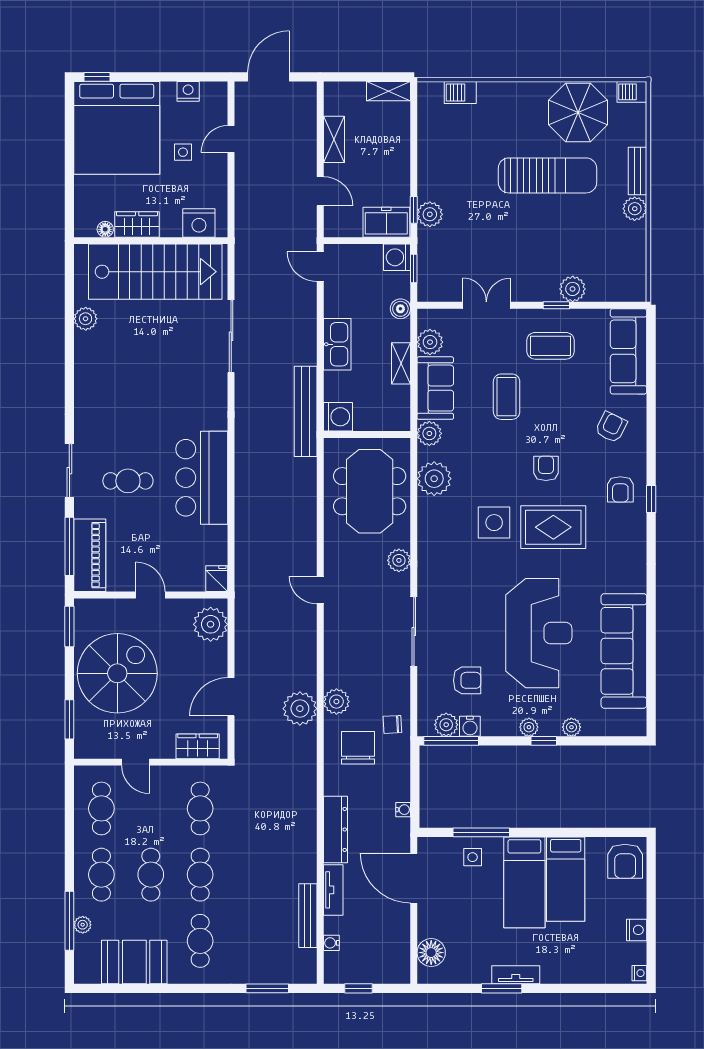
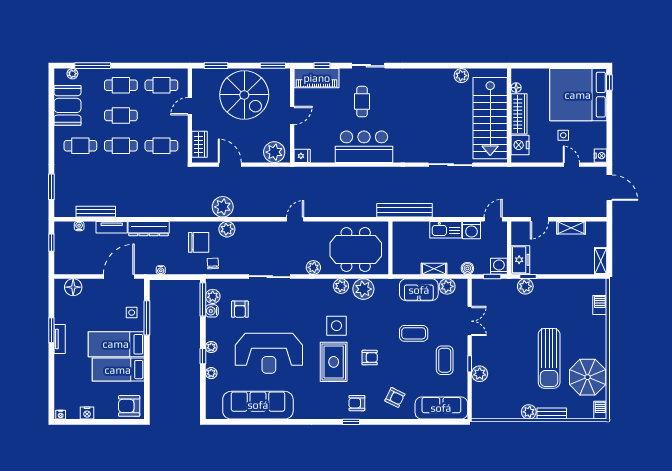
nightstand: (188, 91) -> (601, 156), moved
wardrobe: (137, 224) -> (519, 114), width x1.50
washing machine: (338, 417) -> (471, 230), moved
plant: (429, 433) -> (341, 286), moved
window: (69, 546) -> (322, 66), width x0.46
plant: (83, 925) -> (72, 74), moved

